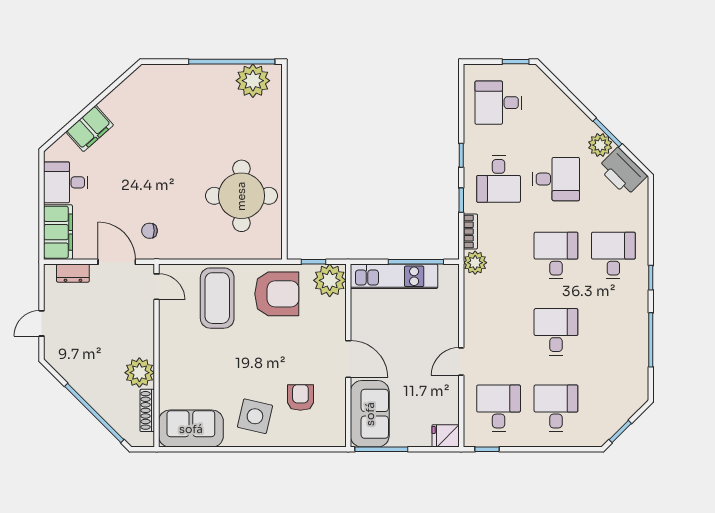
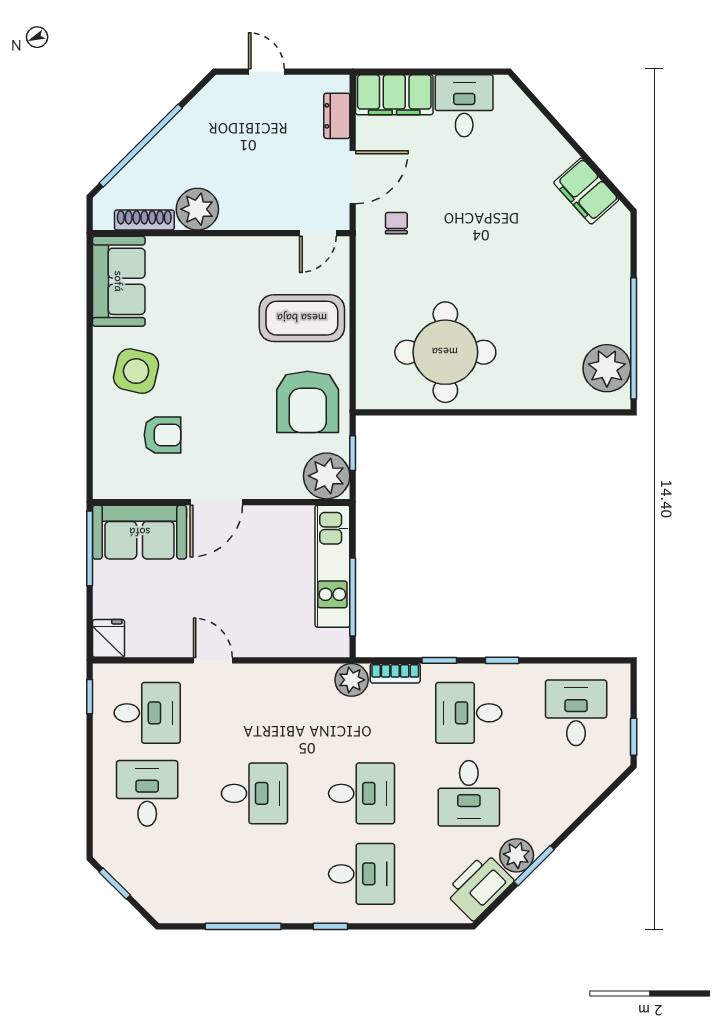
filing cabinet: (90, 128) -> (586, 191), moved
desk: (556, 408) -> (147, 793), turned -90

